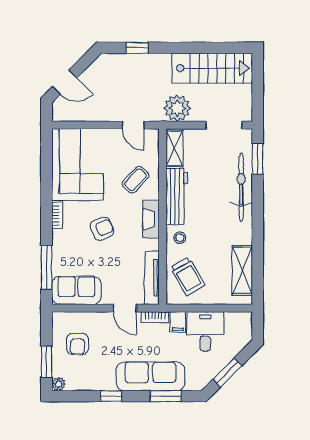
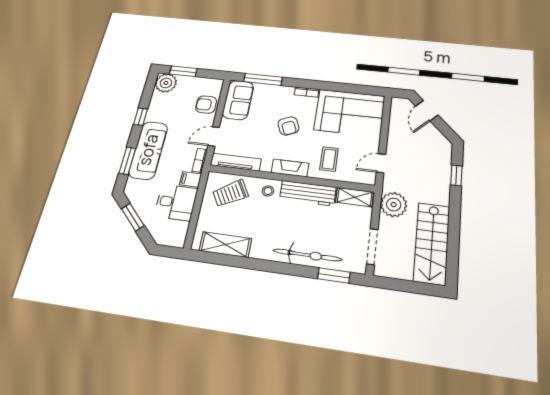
coffee table: (135, 180) -> (329, 159), turned 47
armchair: (77, 344) -> (206, 105), moved
plant: (59, 384) -> (166, 83), width x1.87, depth x1.87

